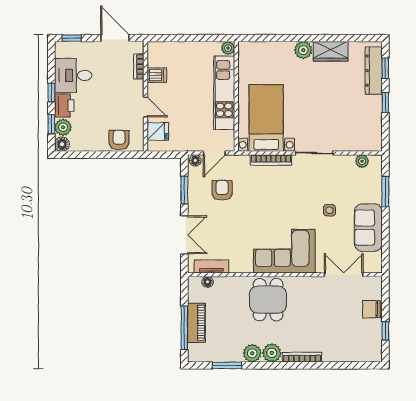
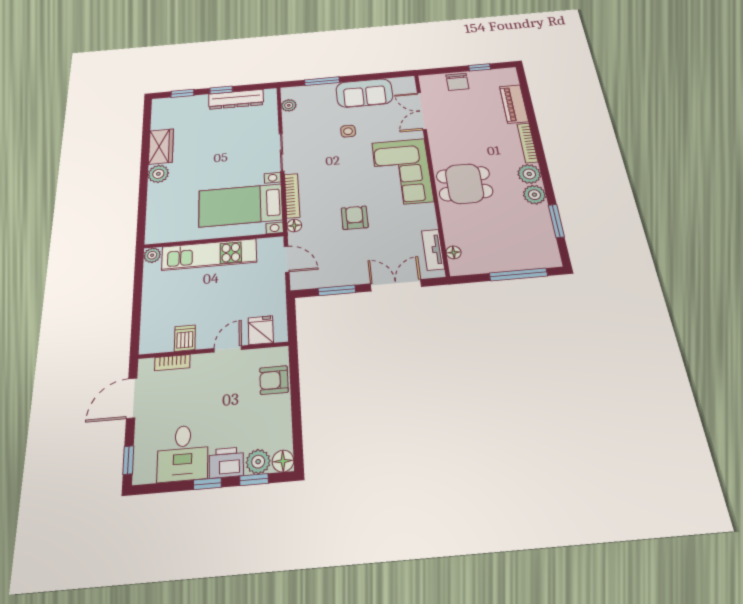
dresser: (374, 71) -> (236, 99), moved
floor lamp: (195, 160) -> (294, 226), moved
armchair: (222, 190) -> (355, 218), moved, turned 90
piano: (196, 323) -> (514, 104), moved, turned -90

